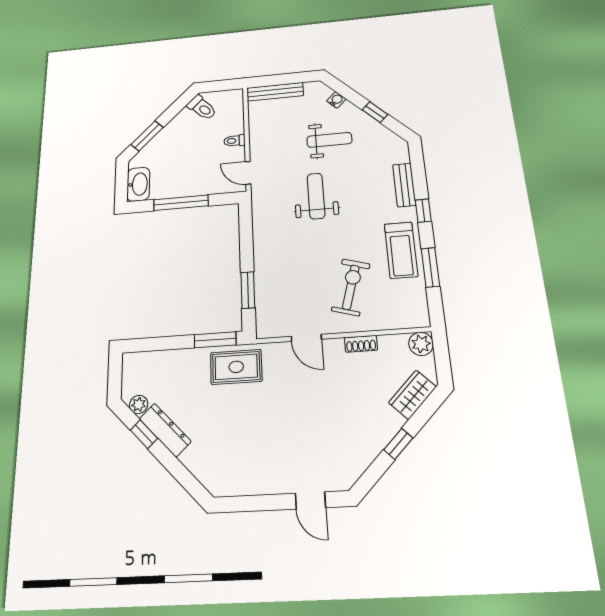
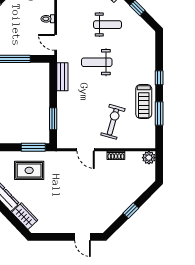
bench: (404, 185) -> (62, 77), moved
weight bench: (316, 196) -> (97, 62), turned -90
rug: (236, 367) -> (29, 170), moved
wardrobe: (412, 395) -> (25, 216), moved, turned 91

